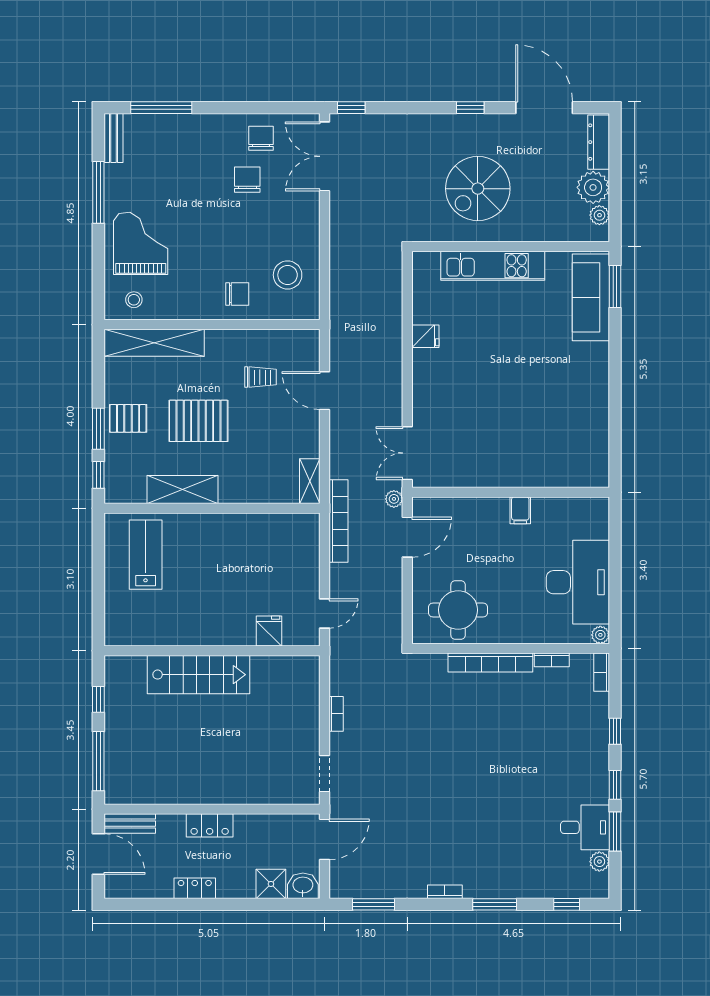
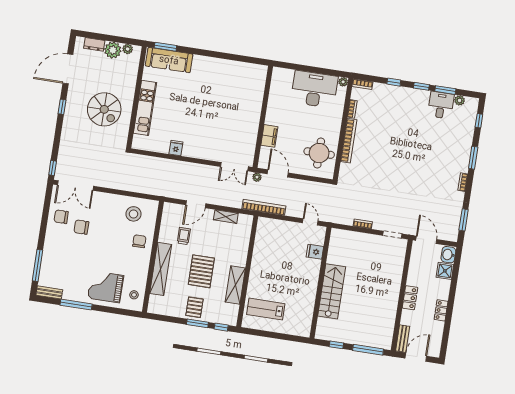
dresser: (599, 142) -> (94, 44), width x0.70
shelving: (154, 343) -> (161, 269), moved
shelving: (310, 481) -> (226, 217), moved
filing cabinet: (520, 510) -> (269, 136), moved, width x2.00

